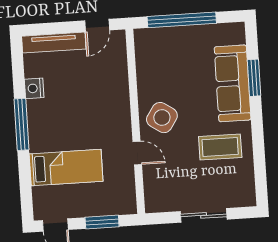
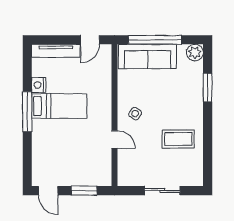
plant: (235, 33) -> (195, 52), added
sofa: (233, 83) -> (148, 56), moved, turned -90
side table: (162, 118) -> (135, 114), width x0.54, depth x0.54
bed: (66, 168) -> (59, 106), moved

